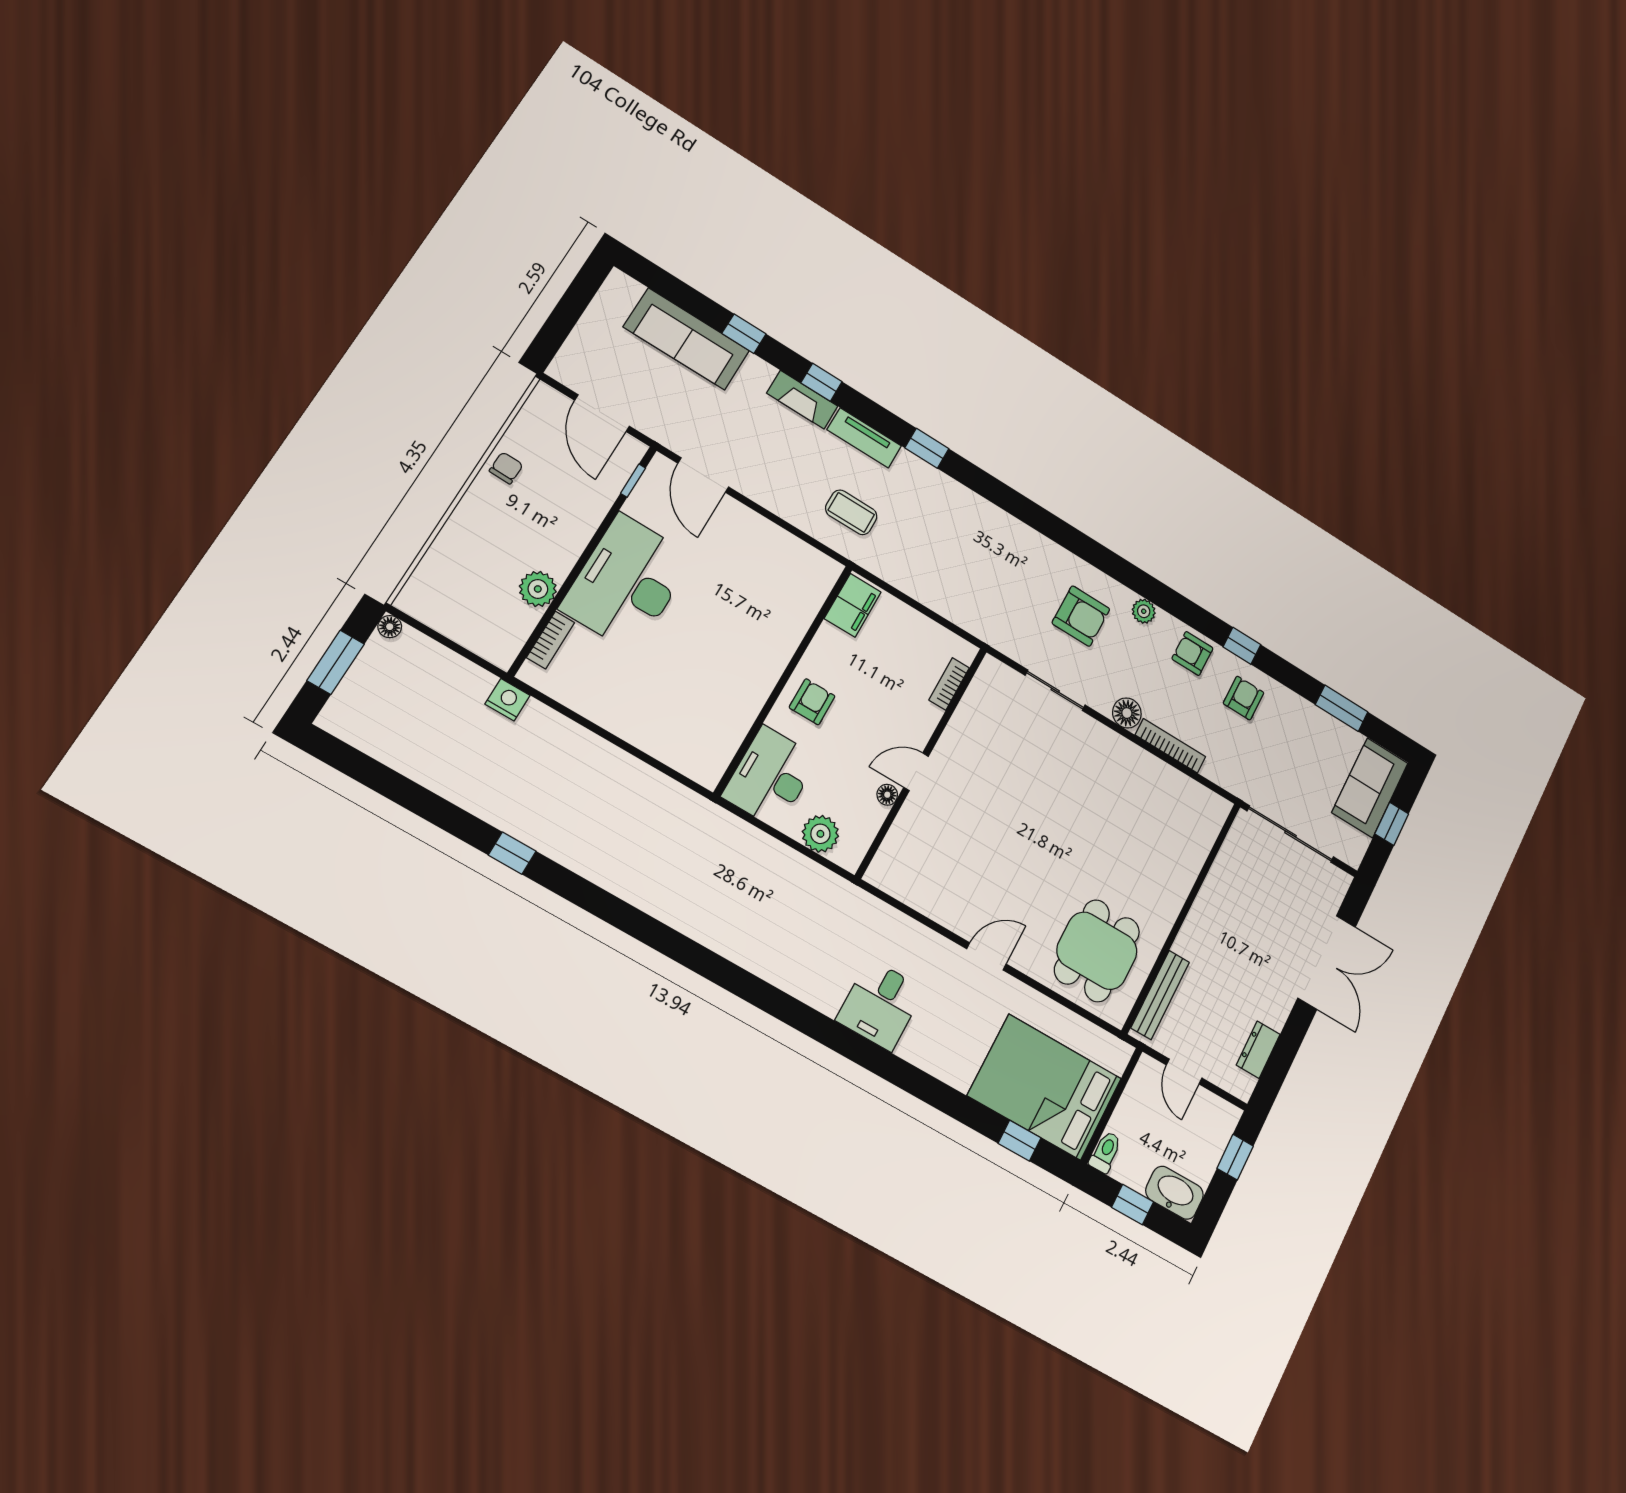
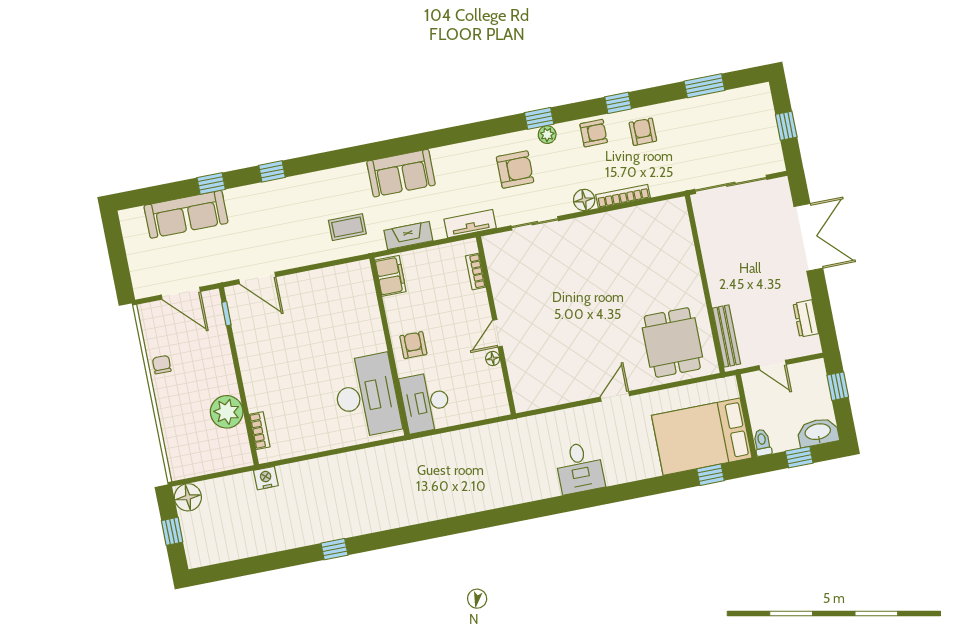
fireplace: (802, 400) -> (408, 236), moved, turned 180
tv unit: (864, 438) -> (470, 224), moved, turned 180
window: (927, 448) -> (539, 118), moved
desk: (627, 583) -> (366, 396), moved, turned 180
plant: (538, 589) -> (227, 412), width x1.36, depth x1.36
floor lamp: (390, 627) -> (188, 497), width x1.89, depth x1.89
armchair: (1192, 653) -> (594, 133), turned 180
window: (336, 662) -> (172, 531), width x0.67
sofa: (1370, 788) -> (401, 173), moved, turned -90
plant: (820, 834) -> (476, 409), removed

